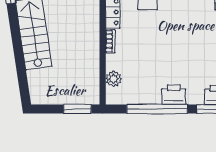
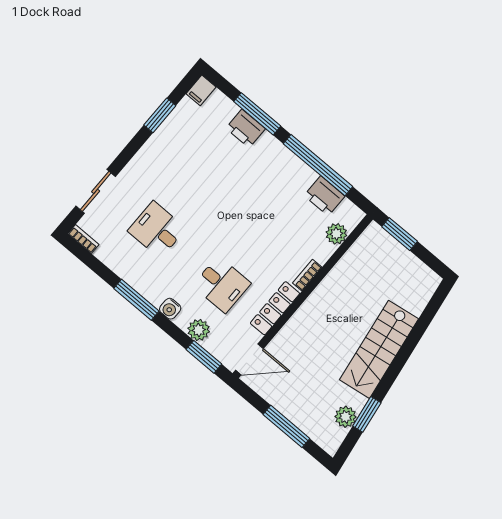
printer: (174, 95) -> (324, 196), moved

